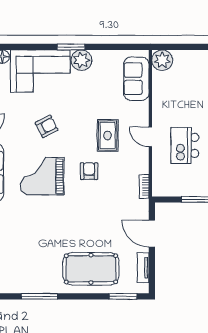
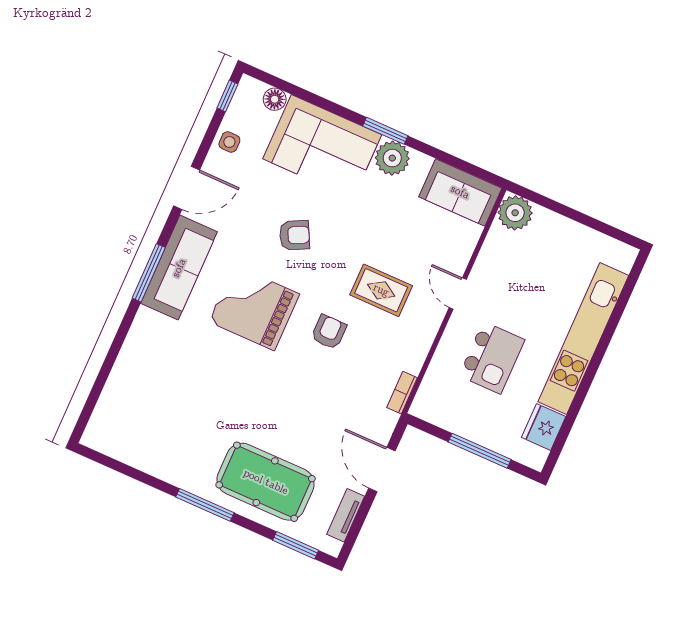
sofa: (136, 79) -> (460, 192), moved, turned -90
rug: (108, 135) -> (381, 290), turned 90
door: (150, 137) -> (458, 293), moved
kitchen island: (185, 145) -> (492, 358), turned 180
window: (39, 296) -> (205, 505), moved

